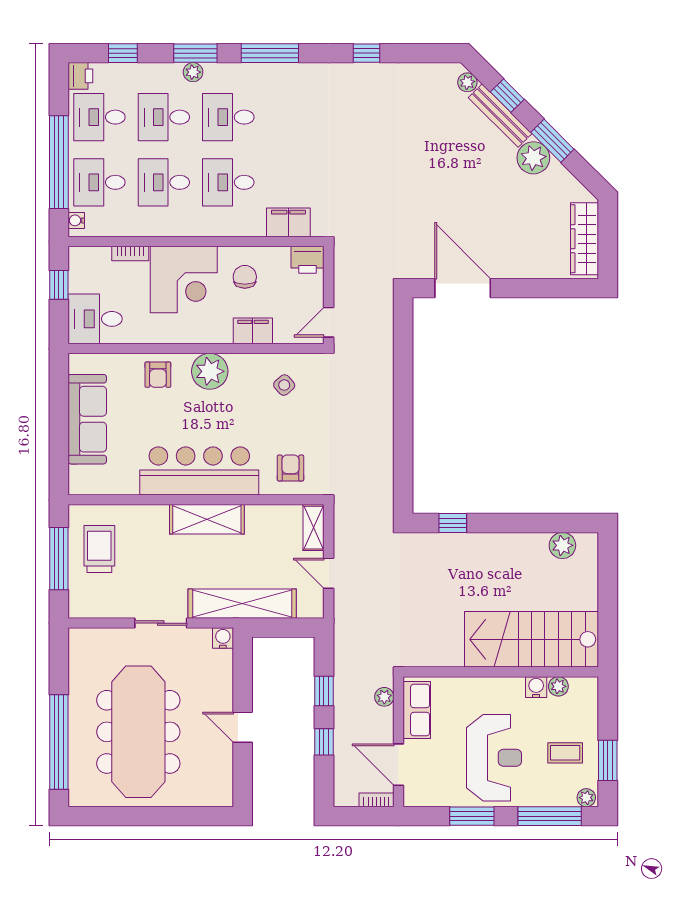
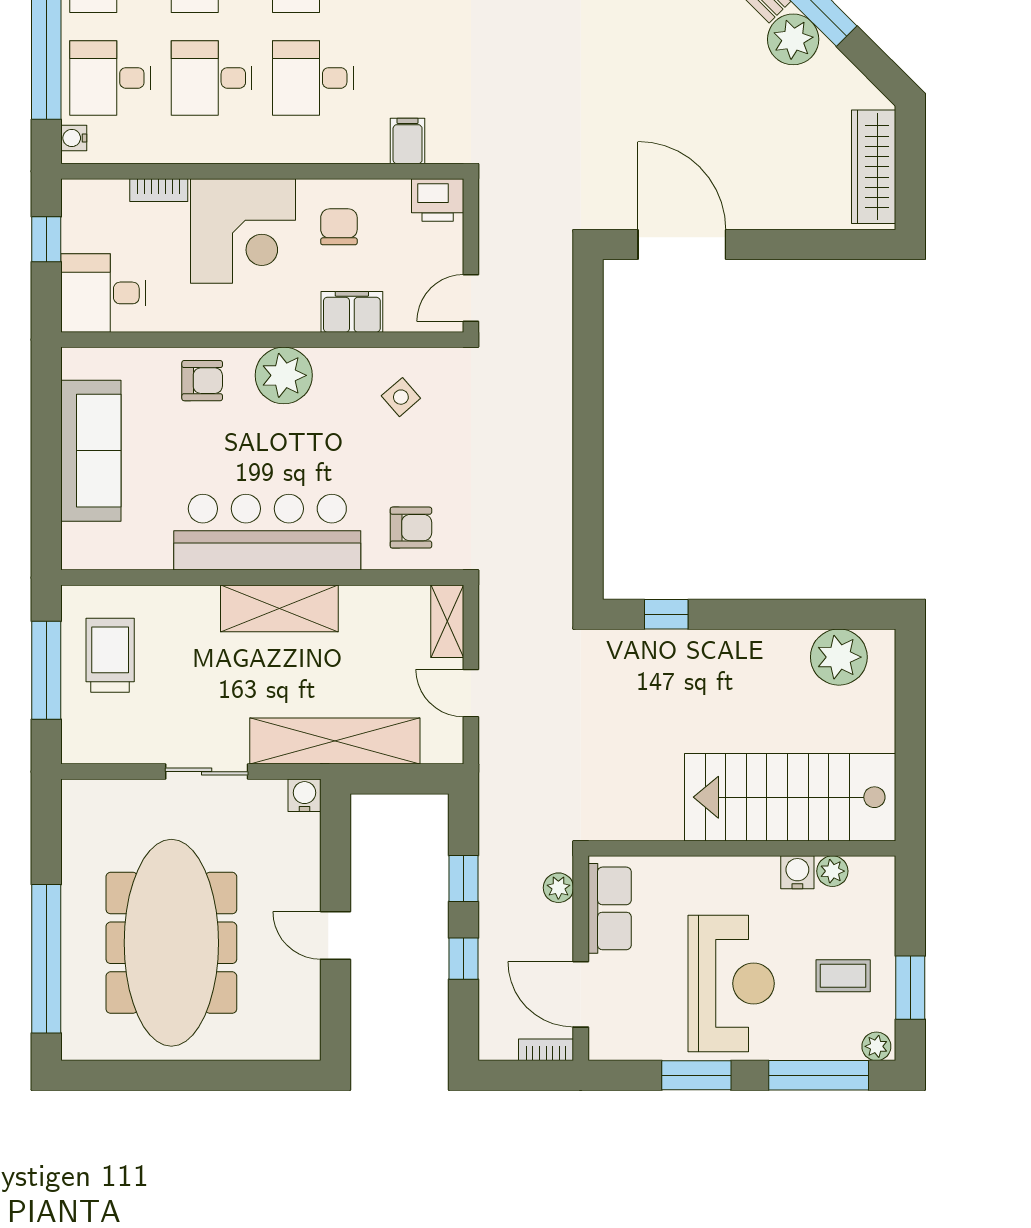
filing cabinet: (288, 222) -> (408, 141), width x0.50
armchair: (158, 375) -> (202, 381), turned -90
armchair: (291, 468) -> (411, 528), turned 90
plant: (562, 545) -> (839, 657), width x1.36, depth x1.36

